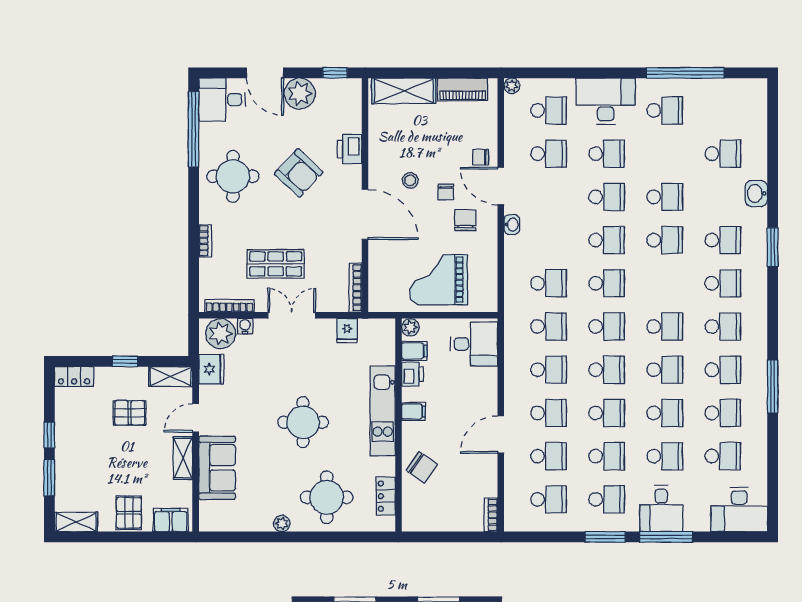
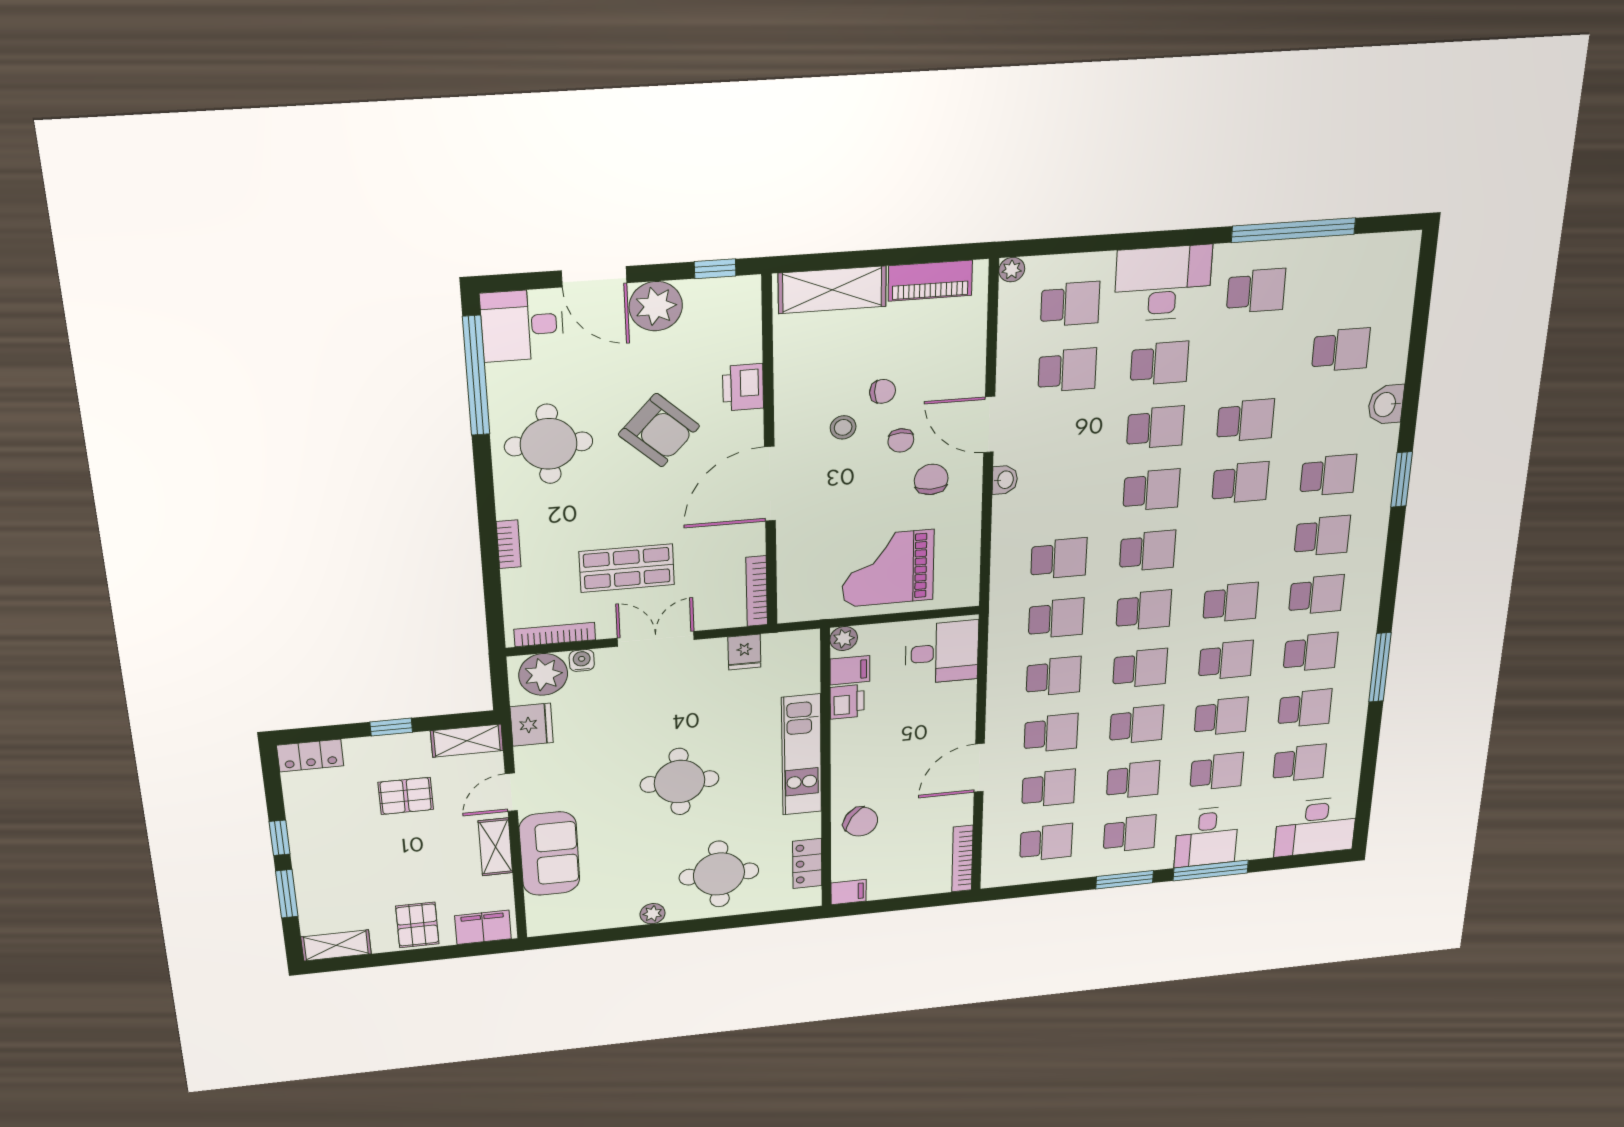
chair: (481, 157) -> (883, 391), moved, turned 180
door: (365, 214) -> (770, 484), swing flipped
filing cabinet: (413, 411) -> (848, 892), moved
bookcase: (491, 515) -> (962, 859), width x1.56

